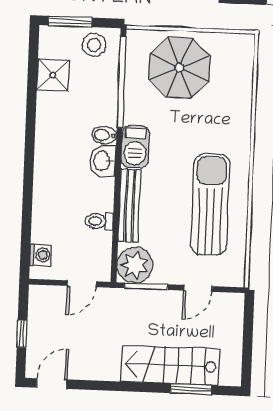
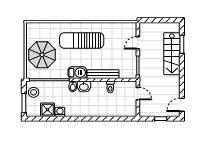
sun lounger: (210, 204) -> (82, 40), moved
washing machine: (41, 255) -> (60, 112), moved
plant: (135, 265) -> (129, 71), removed
door: (198, 288) -> (138, 43), swing flipped
door: (52, 384) -> (182, 105), hinge flipped

